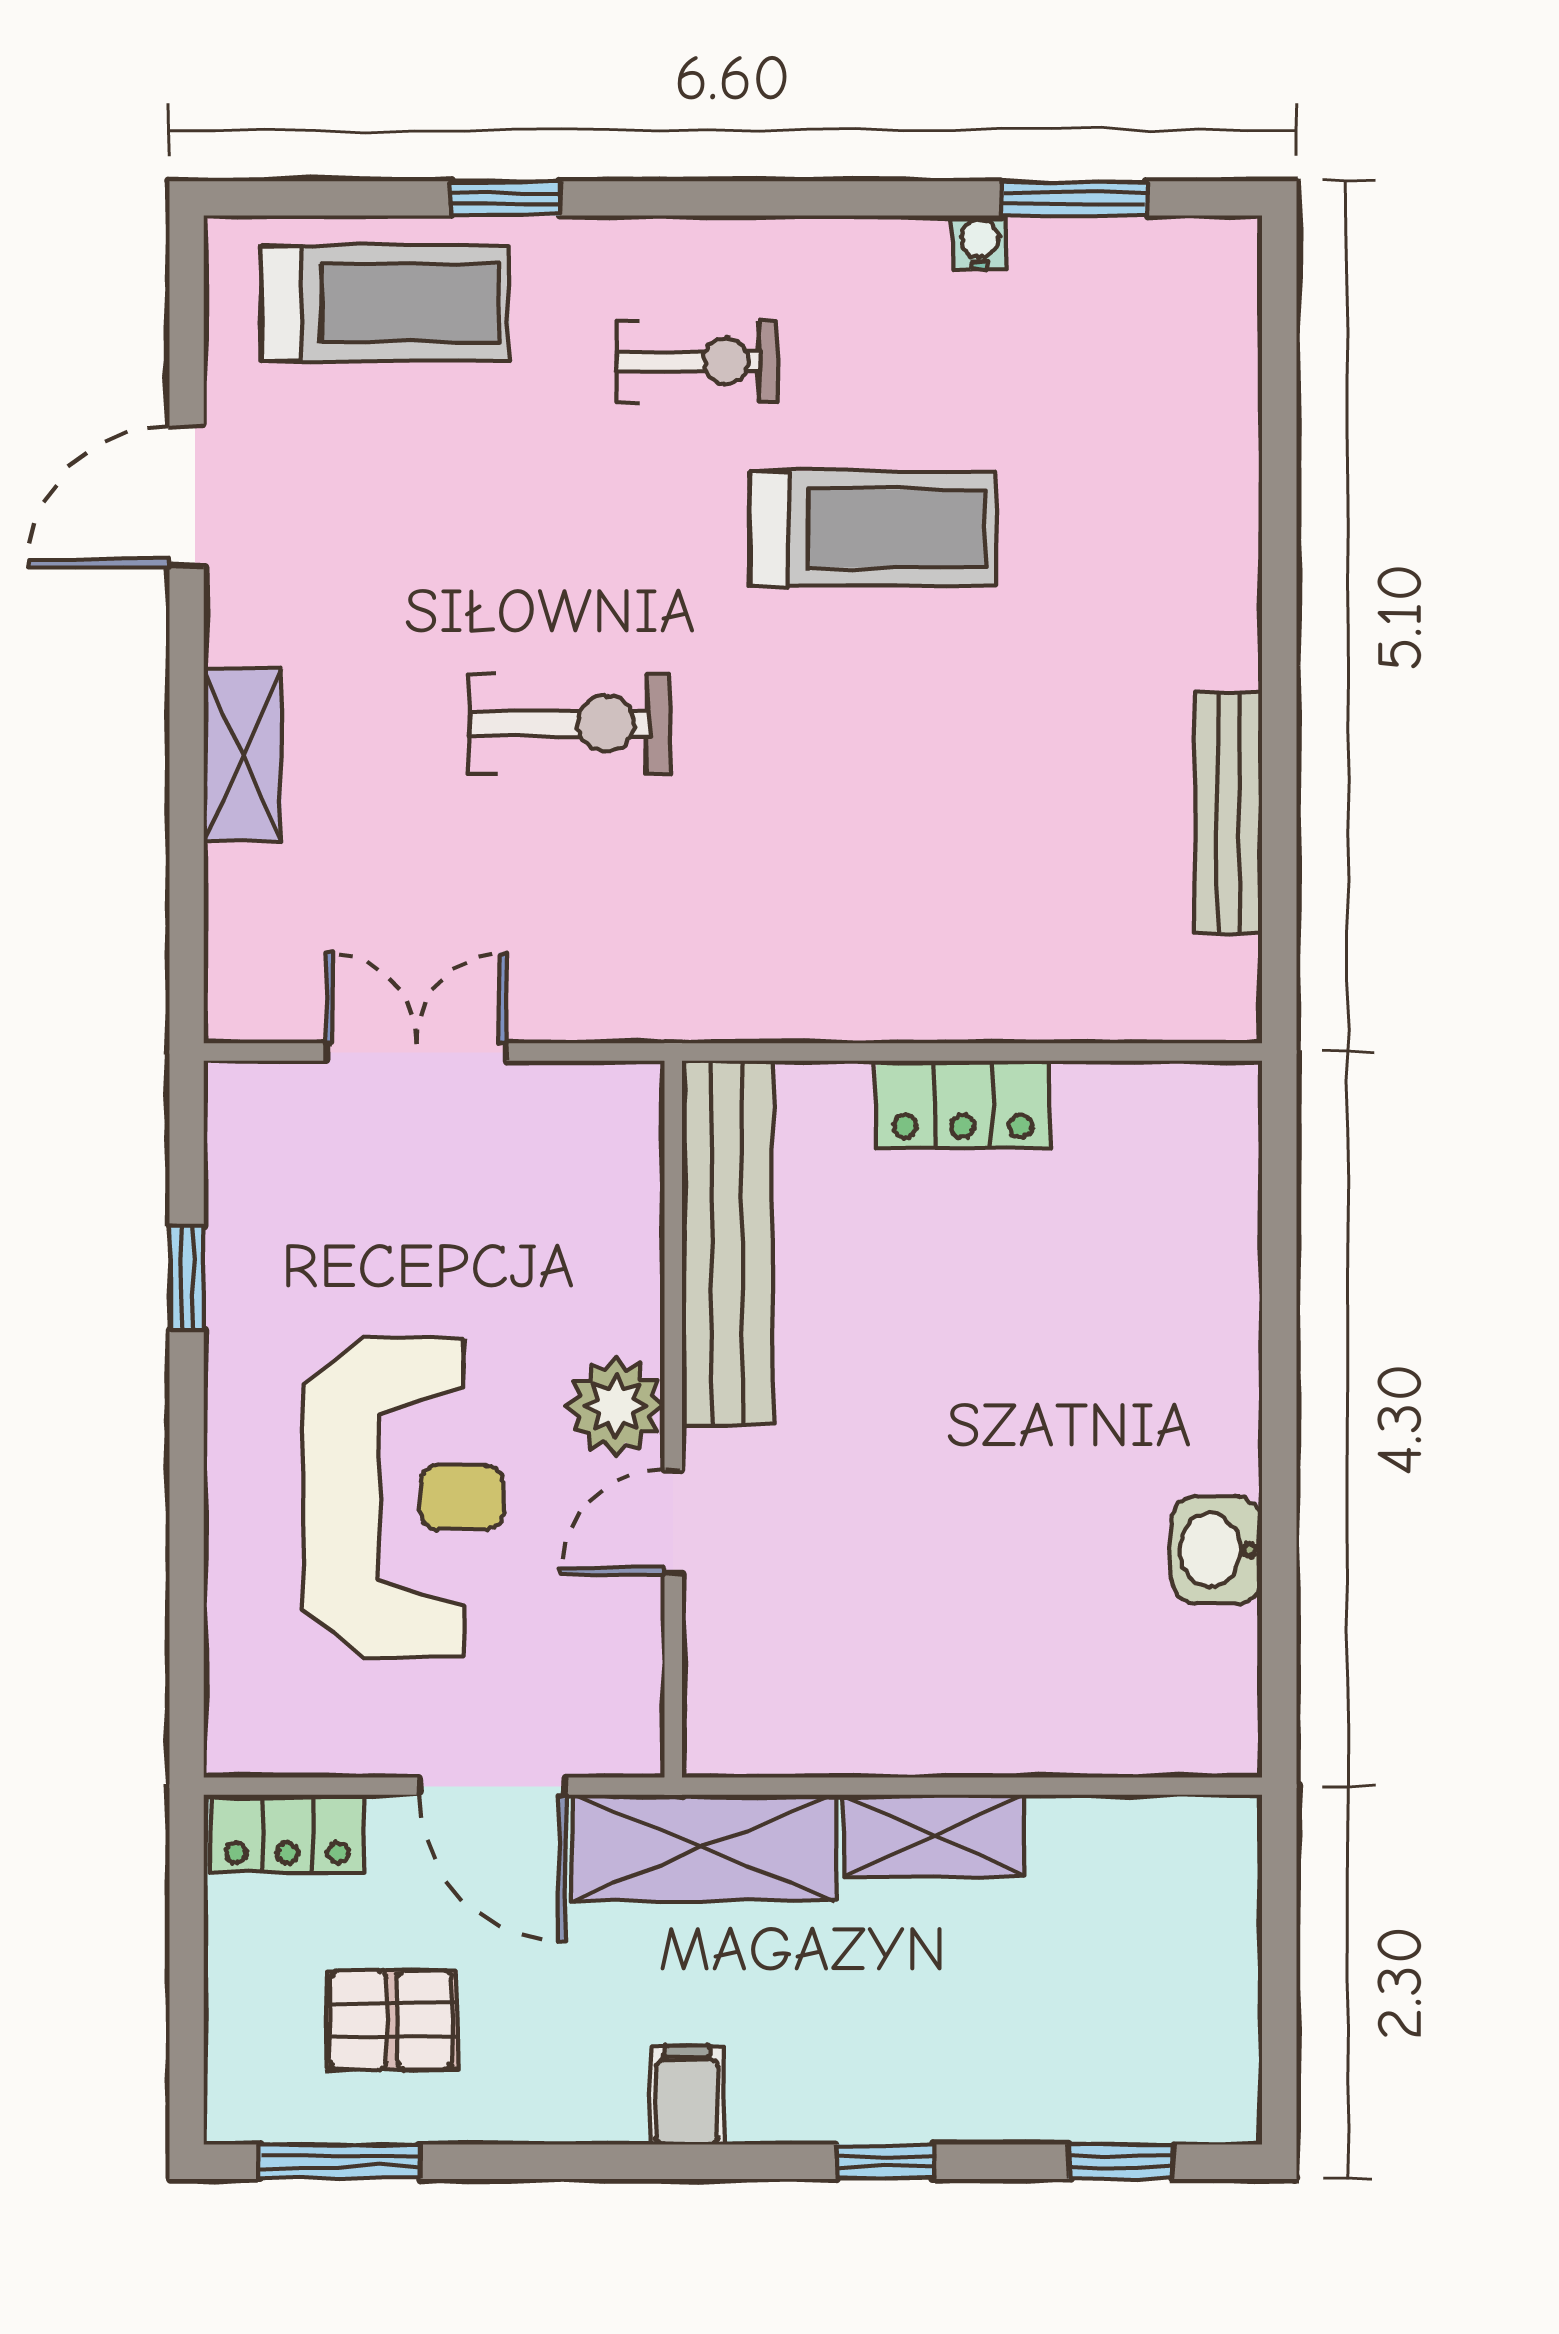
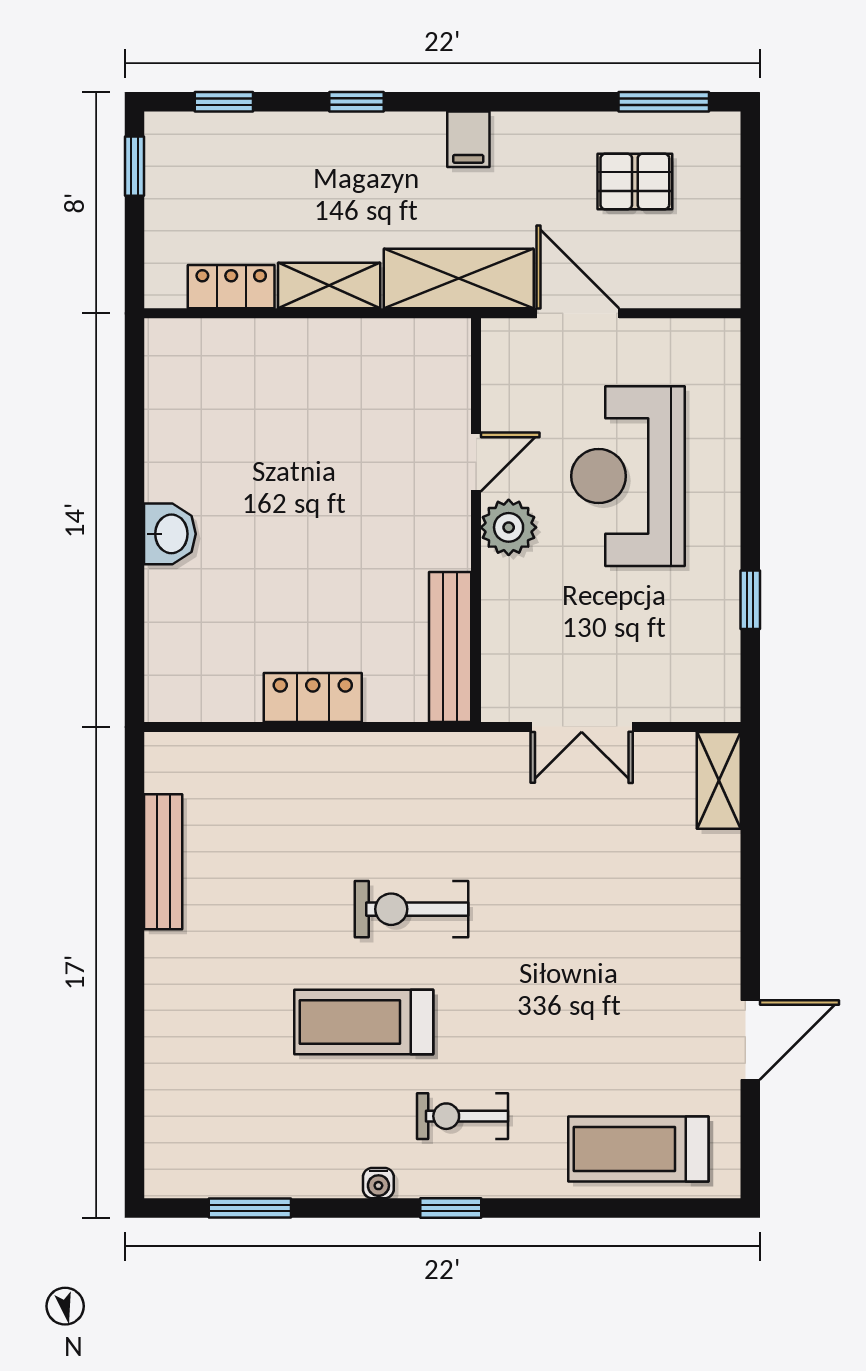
window: (505, 198) -> (451, 1208), moved
water cooler: (979, 243) -> (378, 1183), moved
exercise bike: (570, 724) -> (412, 909), moved
shelving: (243, 755) -> (719, 780), moved
double door: (416, 1052) -> (582, 727), moved
bench: (727, 1243) -> (450, 647), width x0.73, depth x0.82
washbasin: (1217, 1550) -> (170, 534), moved
locker: (287, 1833) -> (231, 287), moved
window: (1279, 2047) -> (135, 166), added

